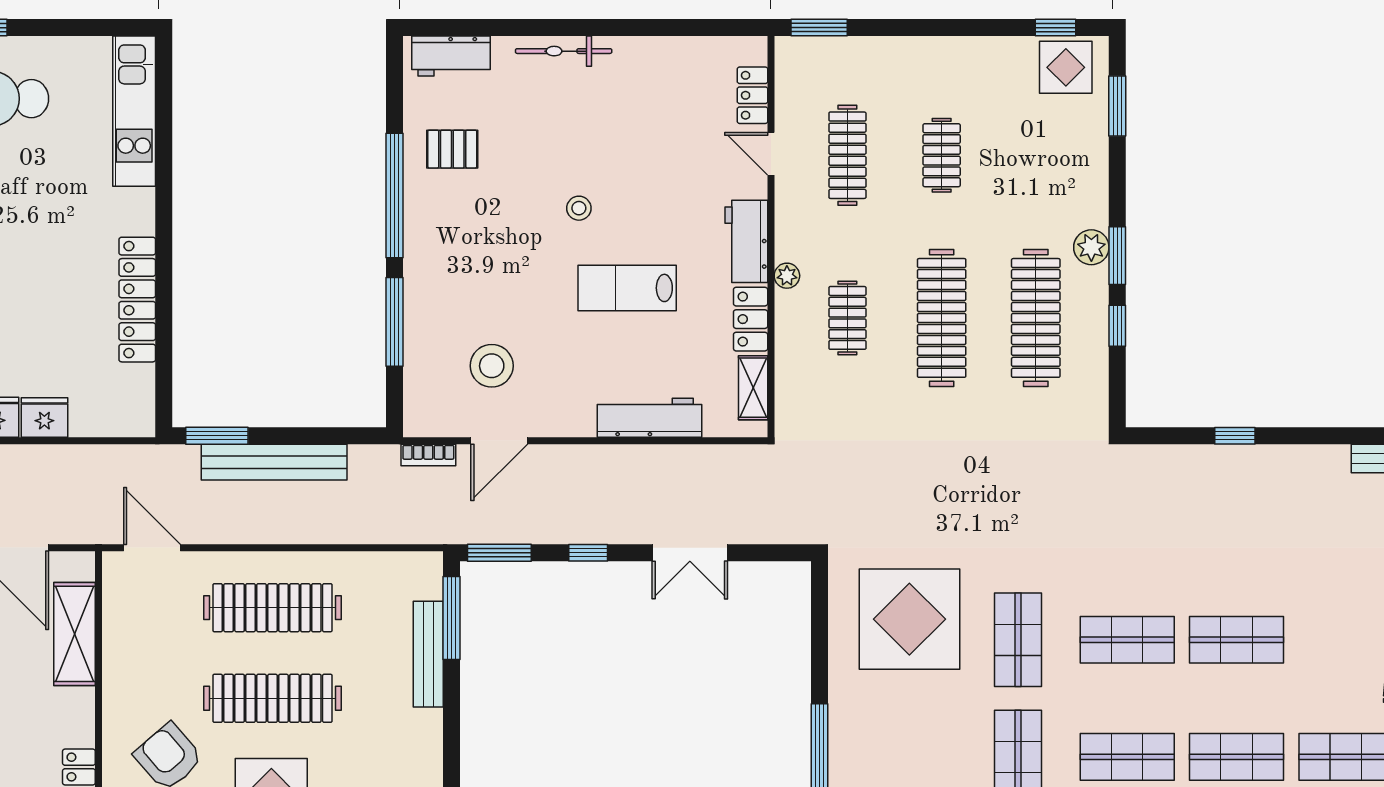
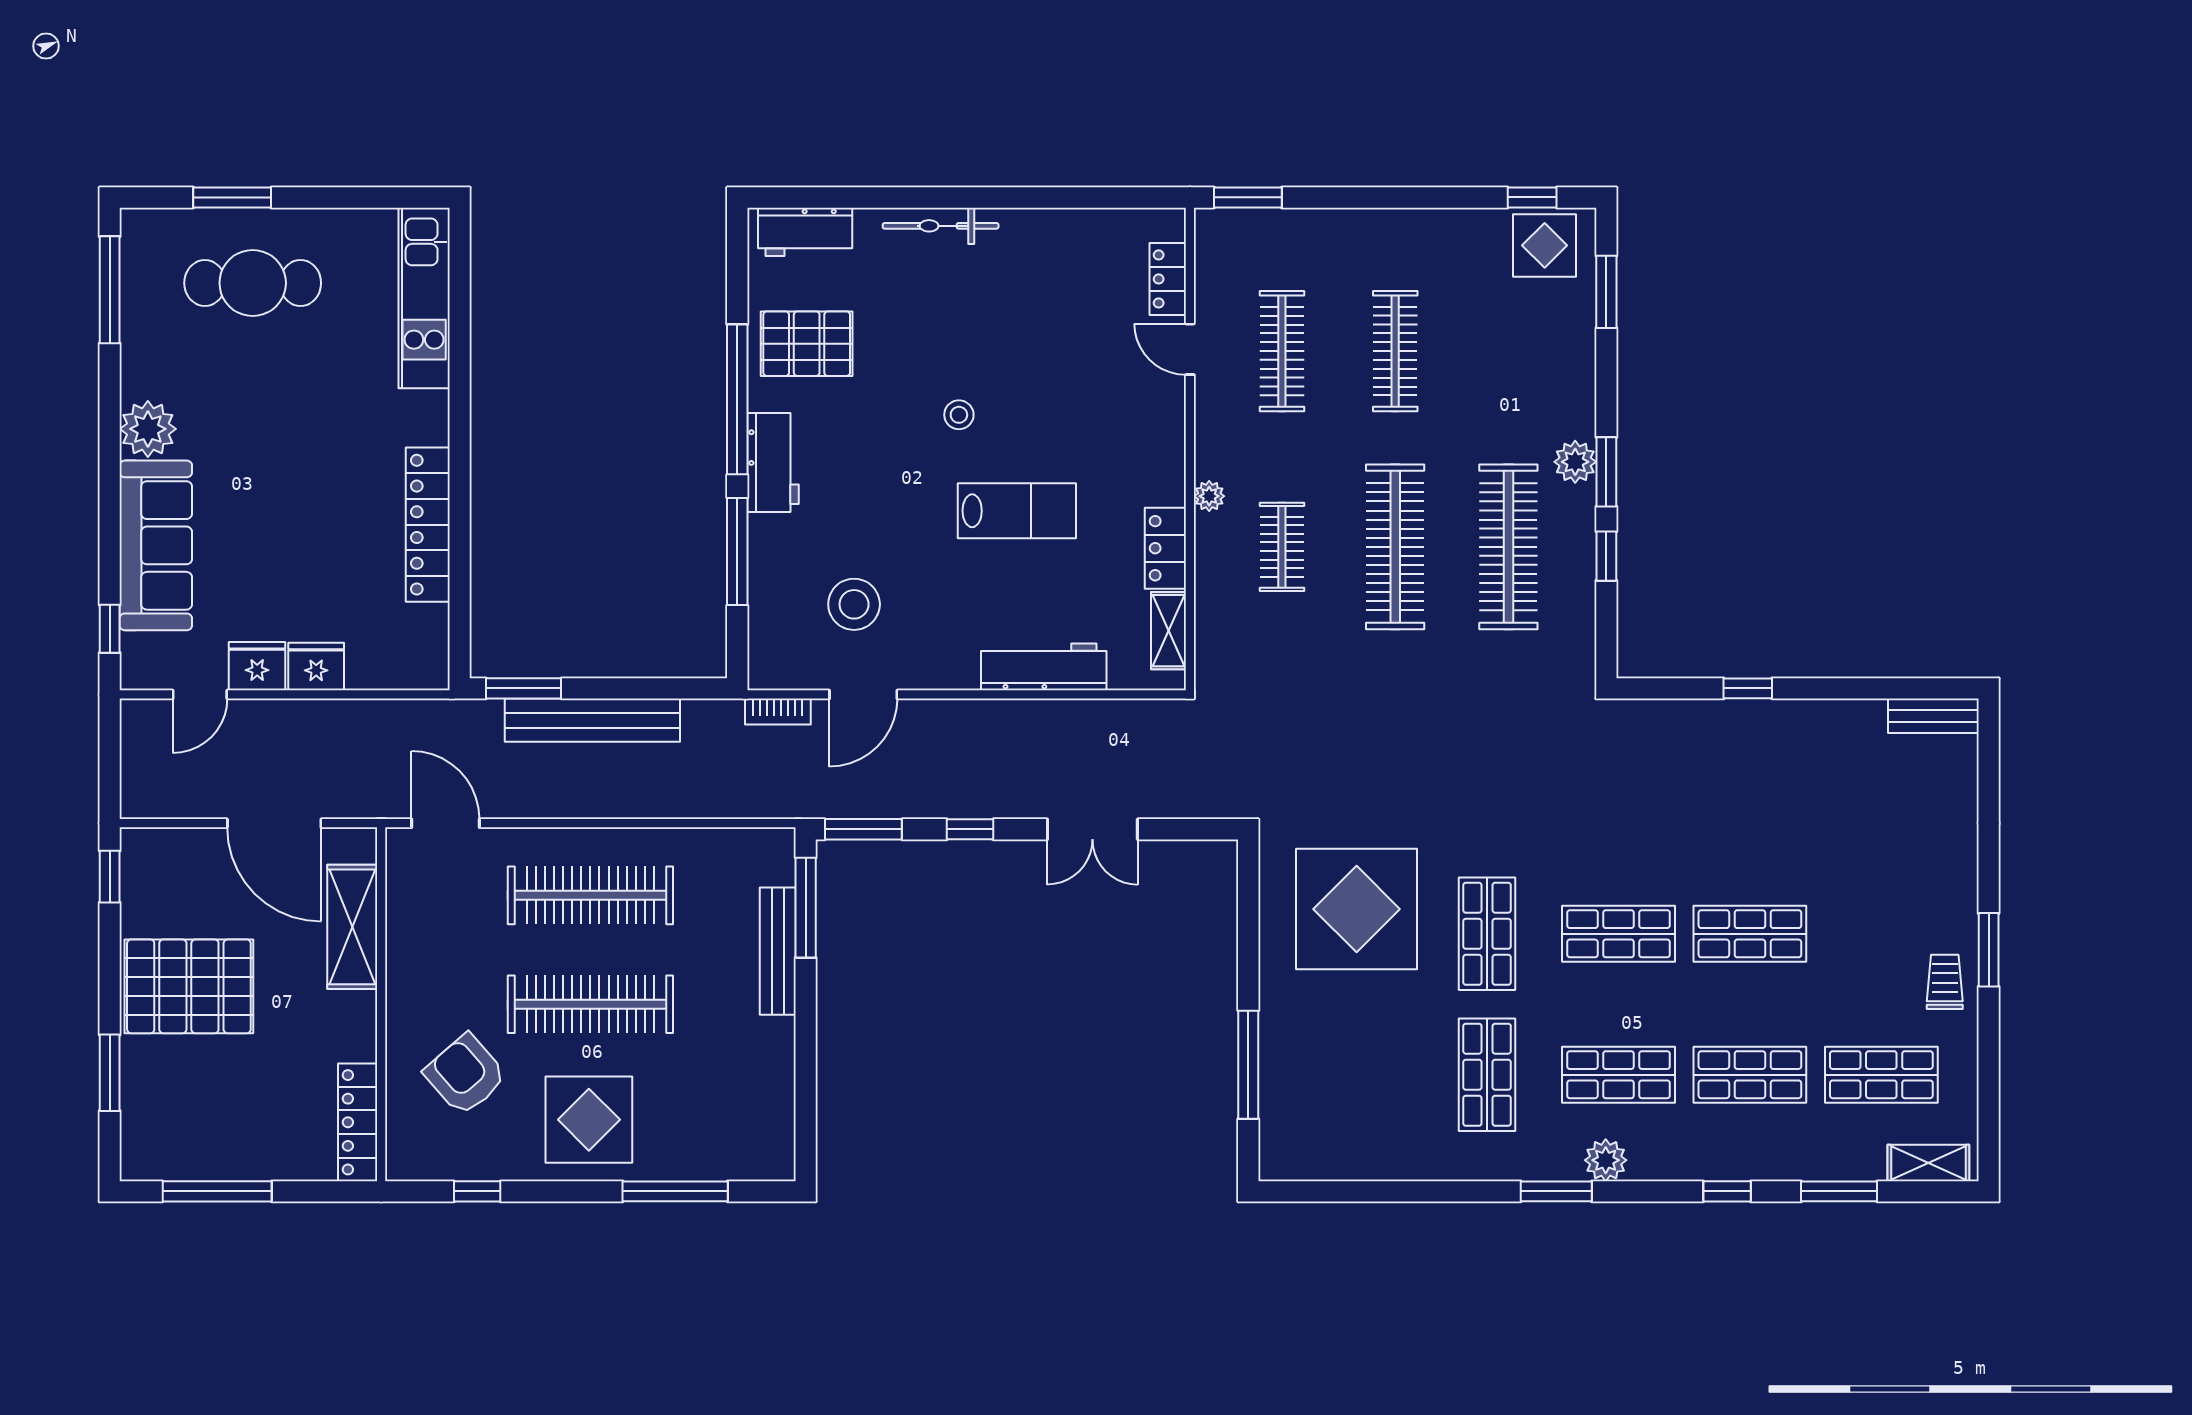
pallet: (452, 149) -> (807, 344), width x1.50, depth x1.42
clothes rail: (942, 155) -> (1395, 351), width x1.36
workbench: (746, 241) -> (773, 462), moved, turned 180
lab bench: (627, 288) -> (1017, 511), turned 180

